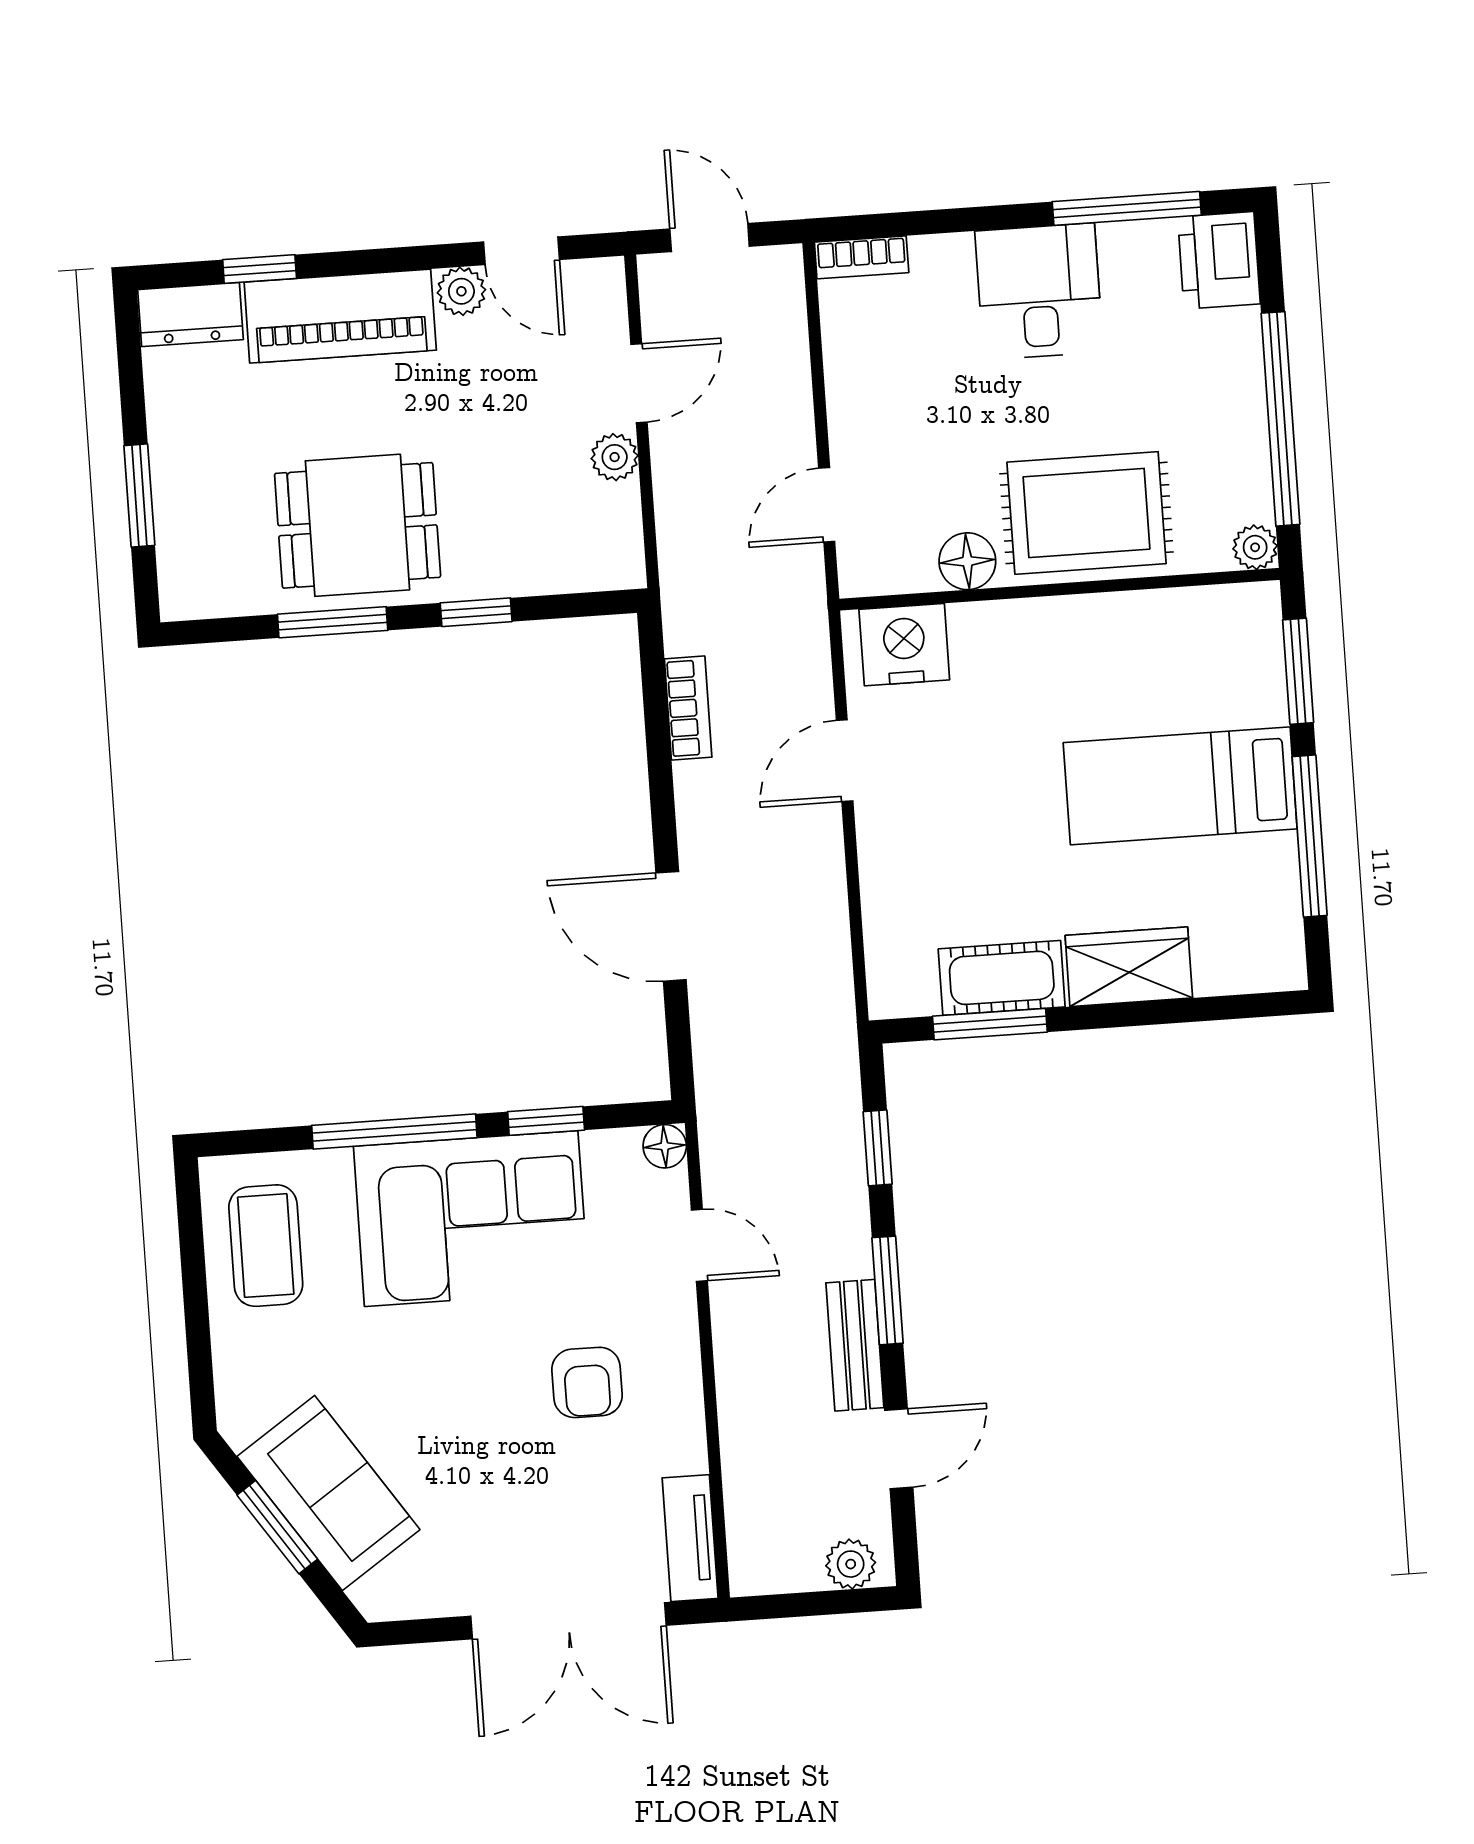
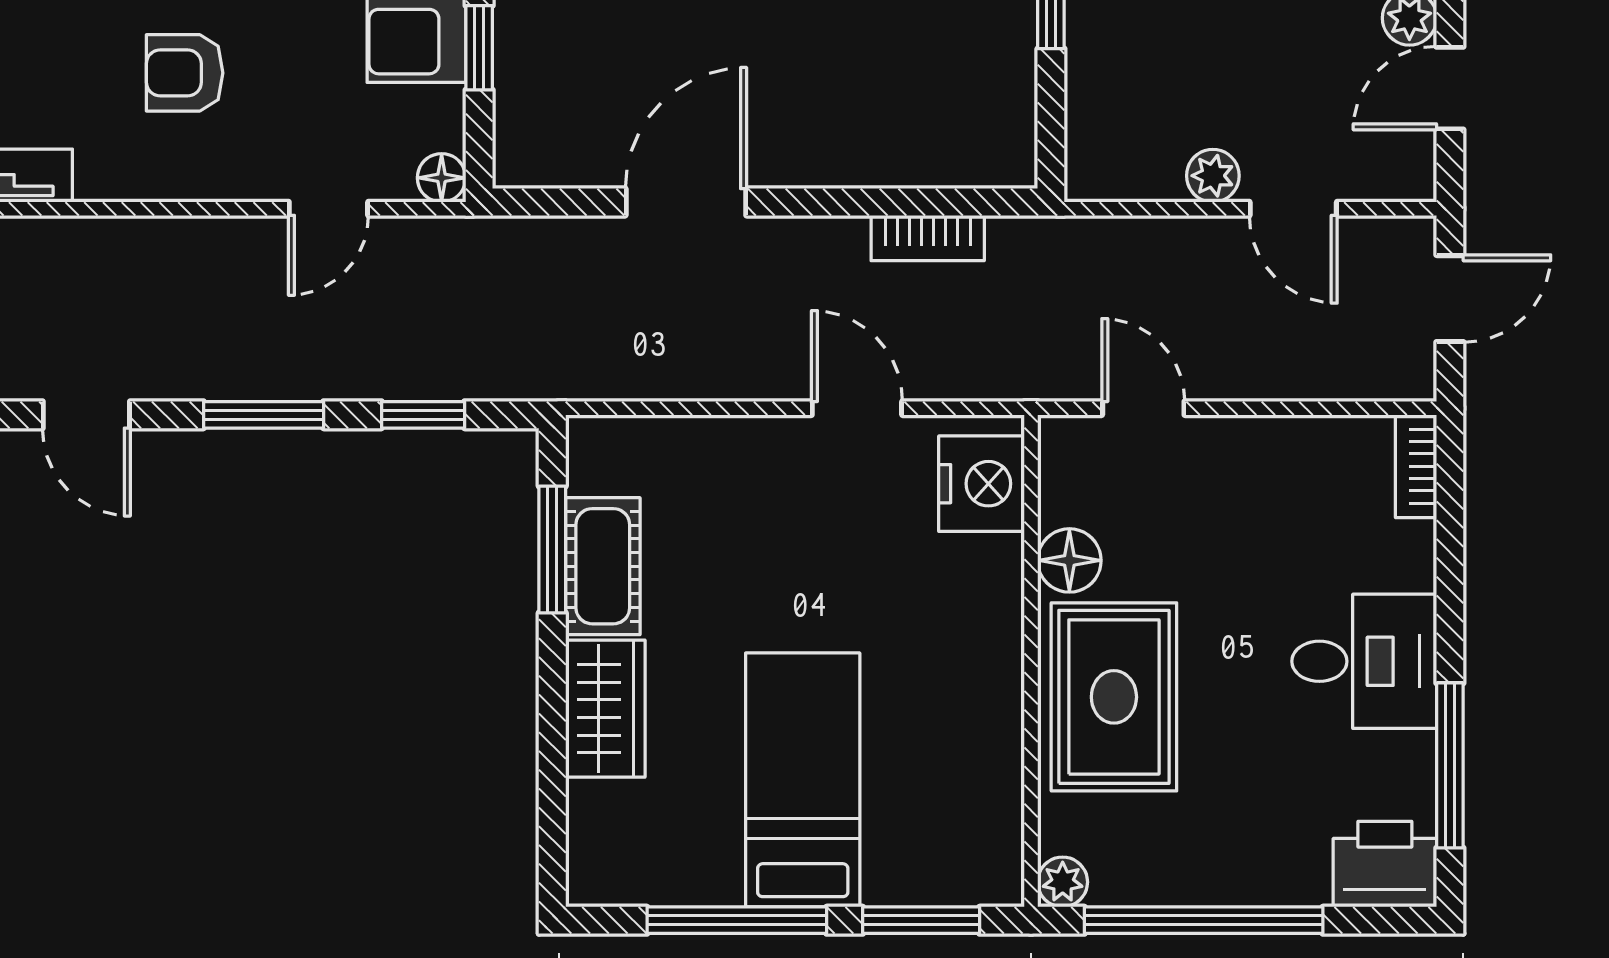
bench: (855, 1345) -> (205, 374), removed

